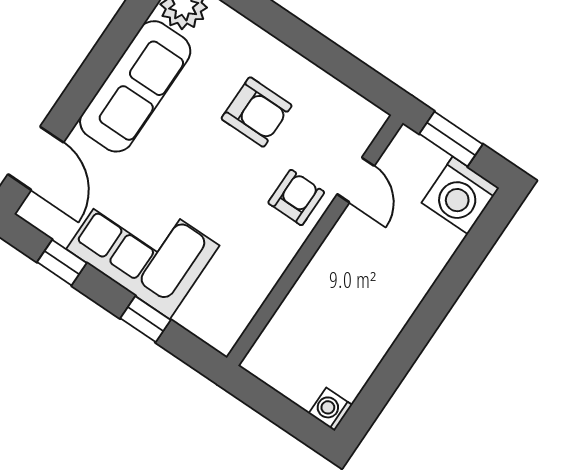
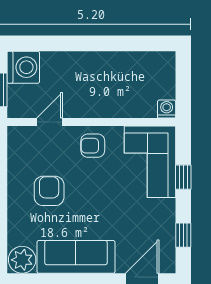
armchair: (296, 197) -> (93, 146), moved
corner sofa: (143, 247) -> (150, 162), moved
washing machine: (330, 409) -> (167, 109), moved, turned 180

